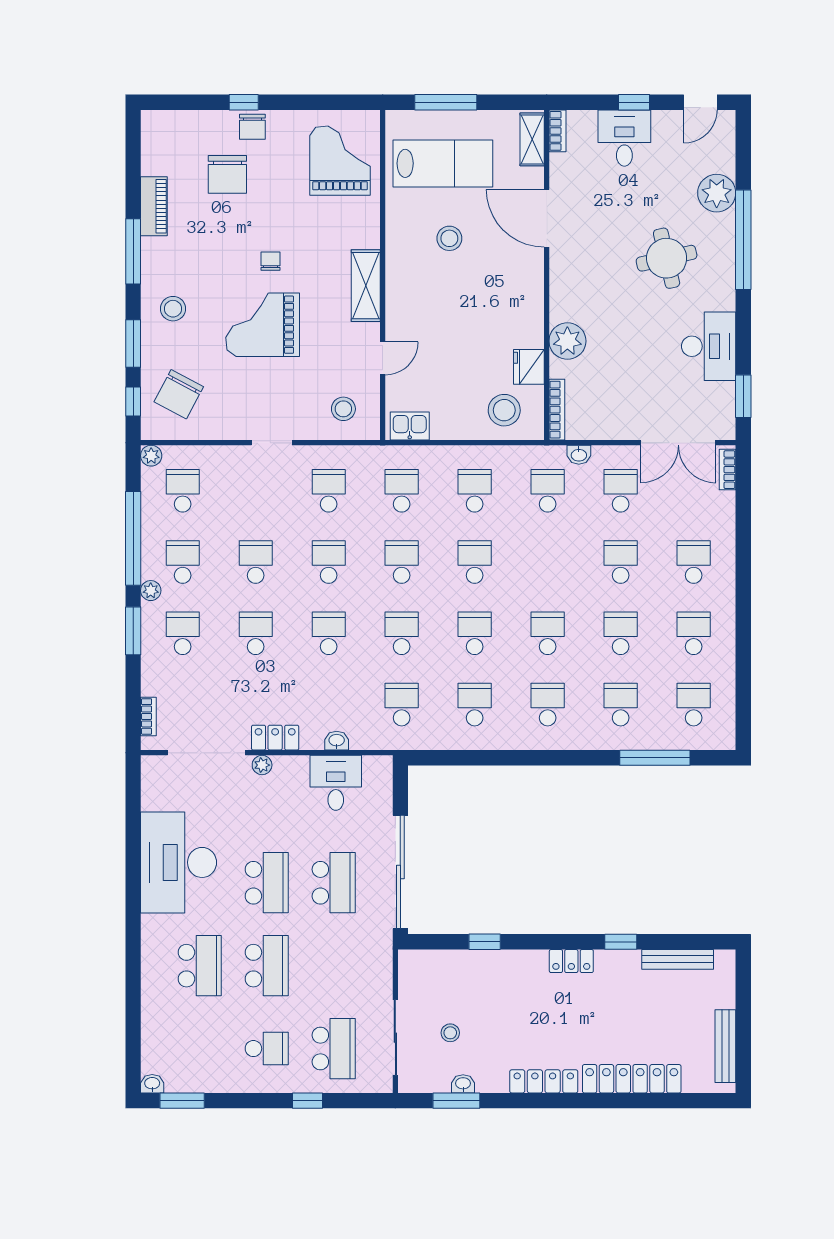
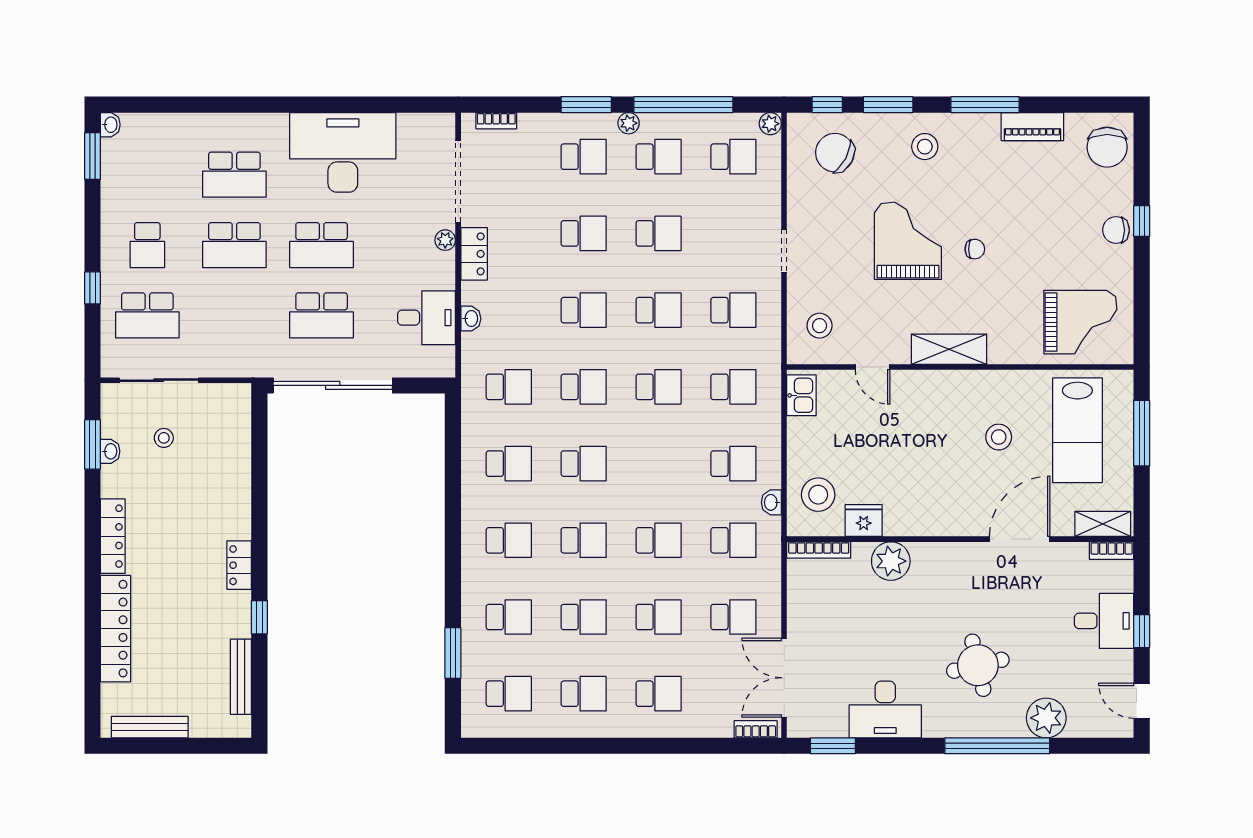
chair: (227, 174) -> (1107, 147), moved, turned -90
washbasin: (579, 455) -> (771, 502), moved
school desk: (475, 562) -> (659, 540), moved
window: (655, 758) -> (453, 653), width x0.69
window: (485, 942) -> (259, 474), removed

